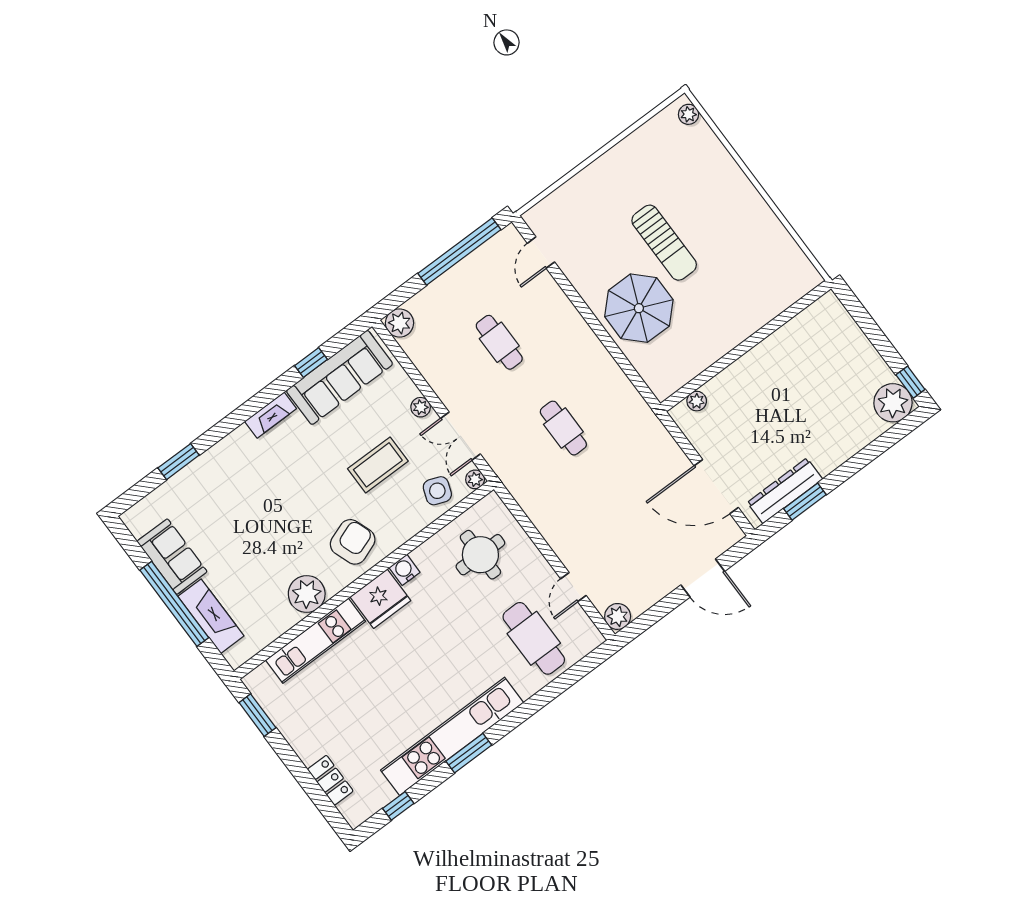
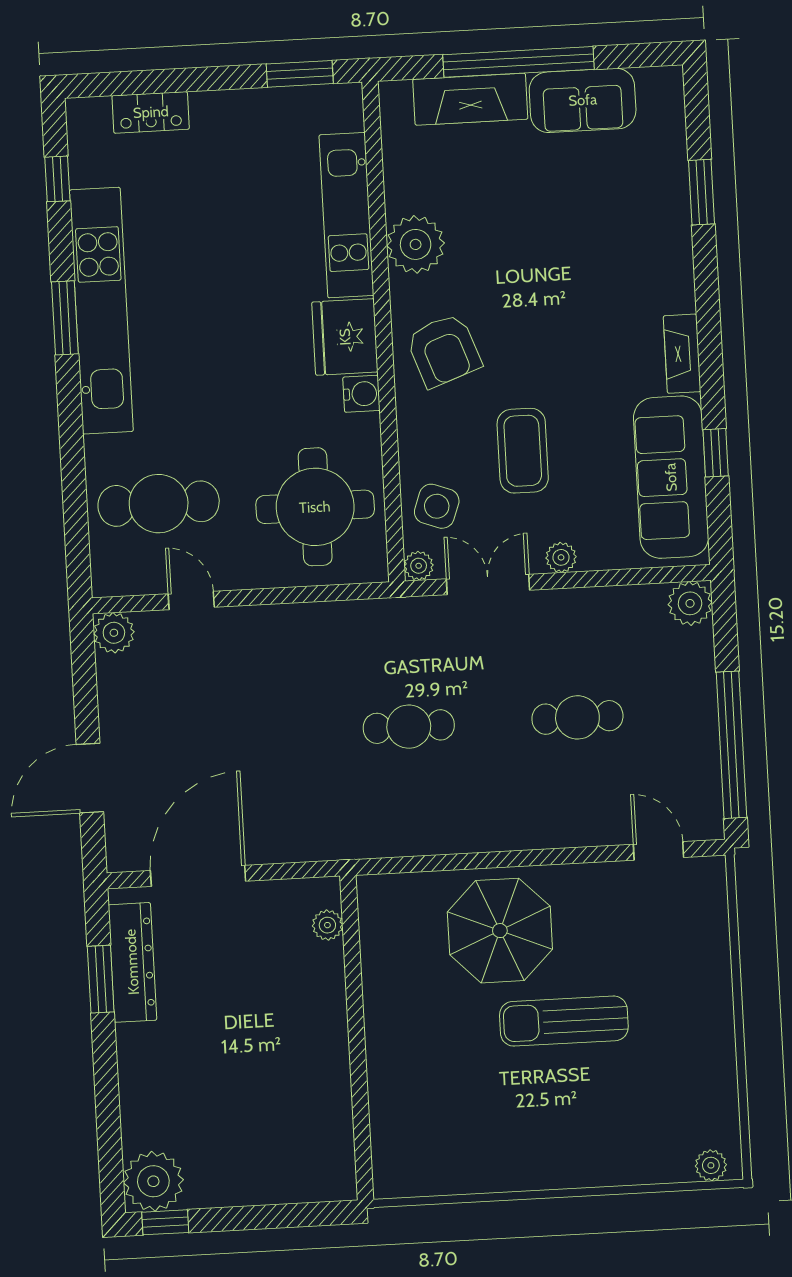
round table: (480, 555) -> (315, 507), width x1.36, depth x1.36

